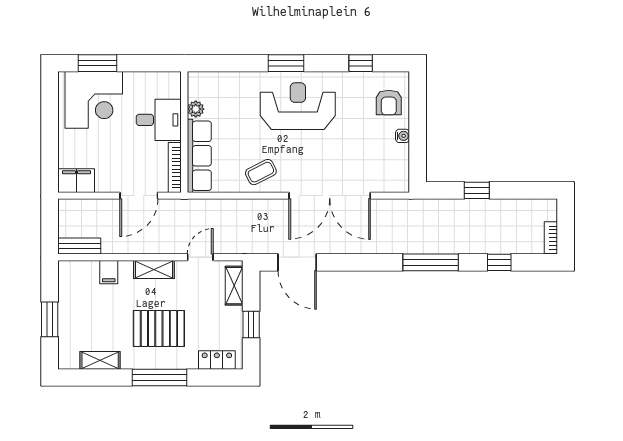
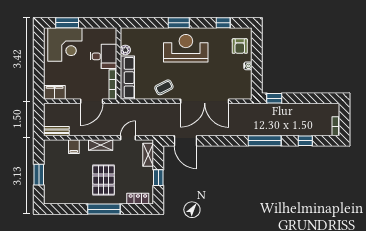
window: (477, 190) -> (274, 98), moved
pallet: (159, 328) -> (104, 180), turned 90
shelving: (100, 360) -> (69, 199), removed

